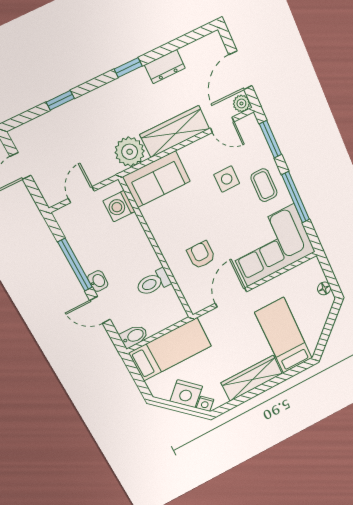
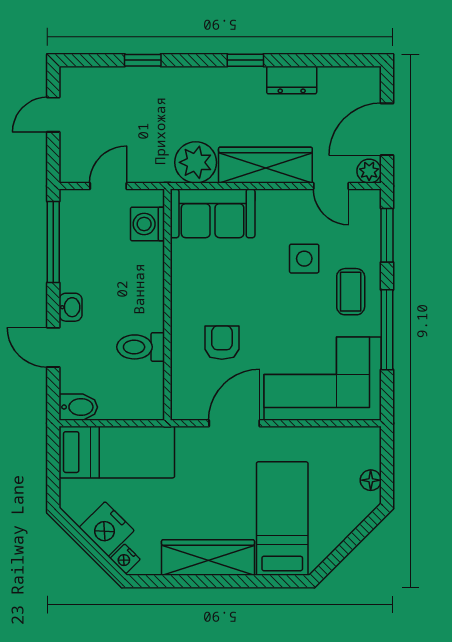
window: (75, 265) -> (53, 242), moved

